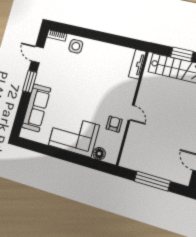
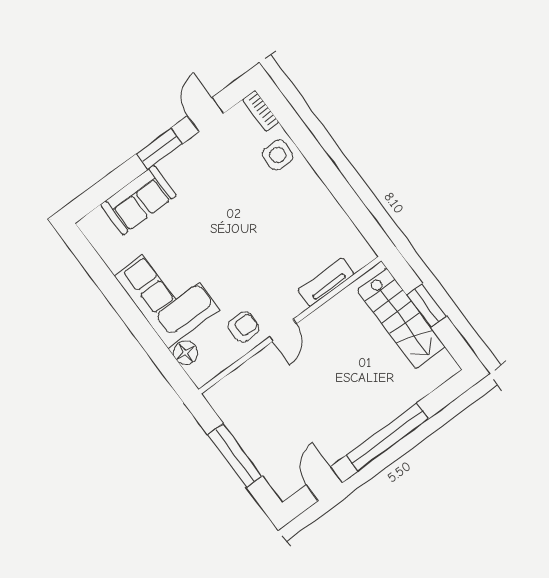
tv unit: (137, 64) -> (326, 282), moved
sofa: (36, 108) -> (138, 200), width x0.73

